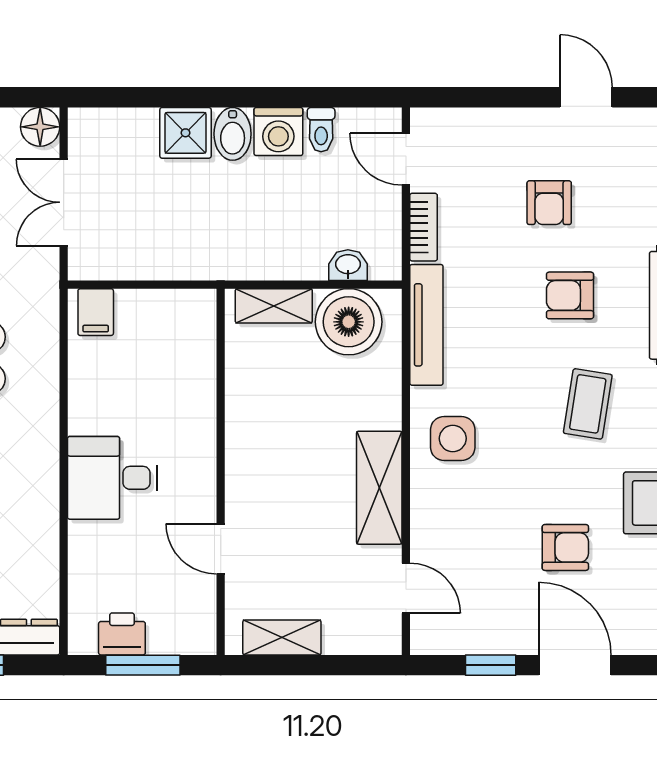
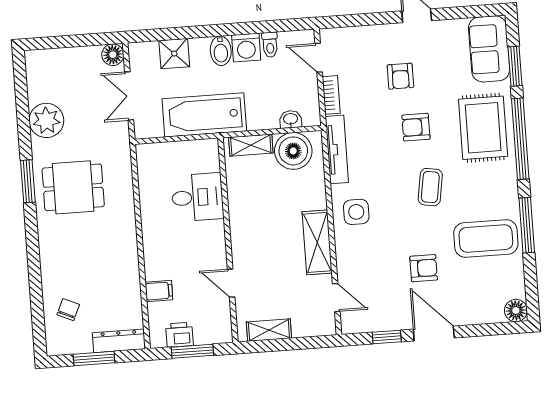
shower: (185, 133) -> (174, 54), moved
bathtub: (195, 246) -> (204, 115), added
filing cabinet: (96, 312) -> (159, 291), moved, turned -90
desk: (112, 478) -> (197, 197), moved, turned 180

